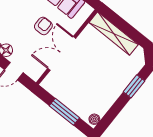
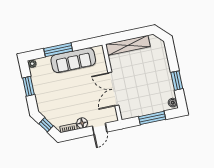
armchair: (43, 26) -> (86, 86), removed
window: (134, 86) -> (177, 81), moved

